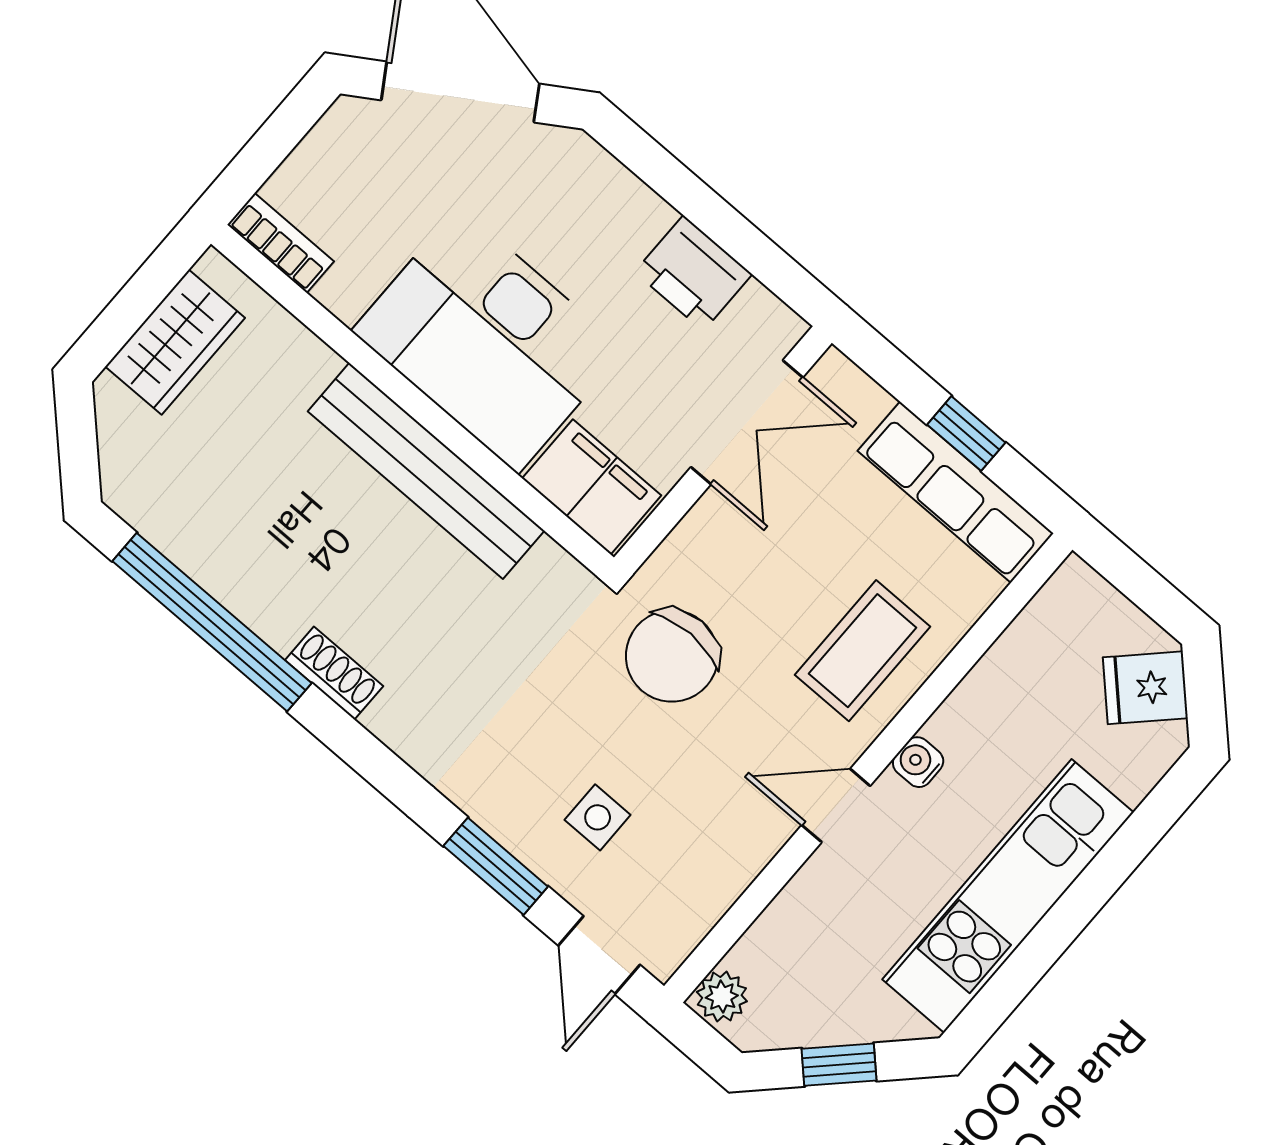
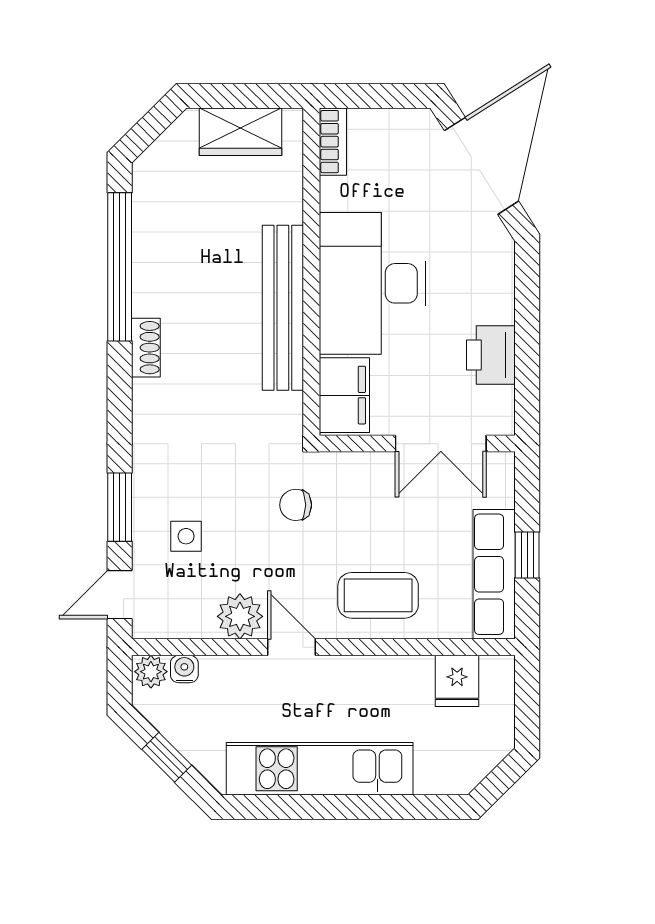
chair: (672, 656) -> (296, 505), width x0.54, depth x0.54
fridge: (1145, 688) -> (457, 681), moved, turned -135
water cooler: (918, 762) -> (184, 669), moved
plant: (747, 835) -> (240, 616), added

